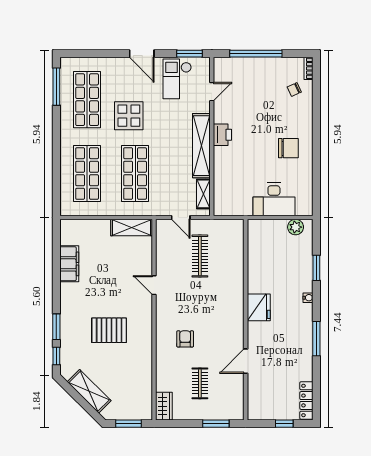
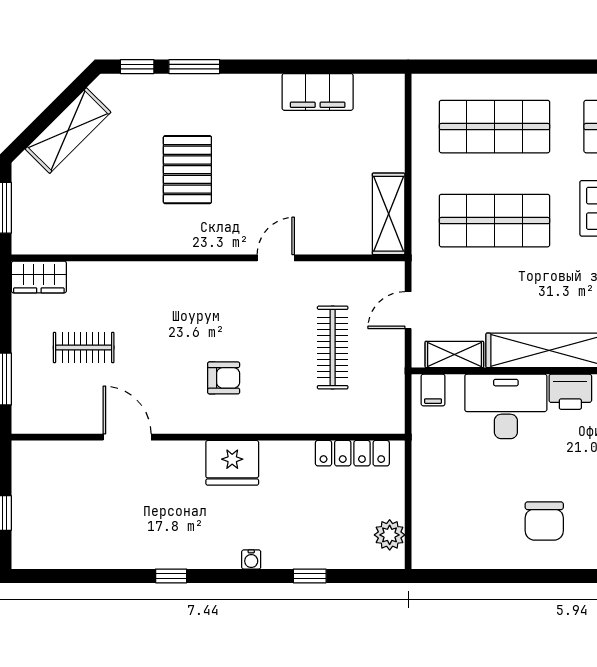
desk: (274, 199) -> (506, 406), moved, turned 90
filing cabinet: (222, 205) -> (433, 390), added
clothes rail: (200, 256) -> (333, 347), turned 90
window: (316, 268) -> (310, 576), width x0.67
armchair: (185, 339) -> (224, 378), moved
window: (316, 339) -> (171, 576), width x0.46
locker: (306, 400) -> (352, 453), moved, turned 180

